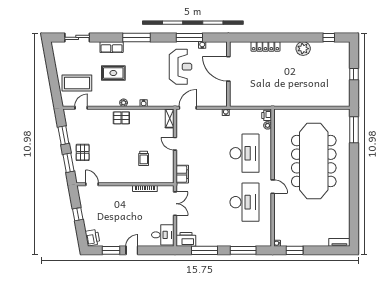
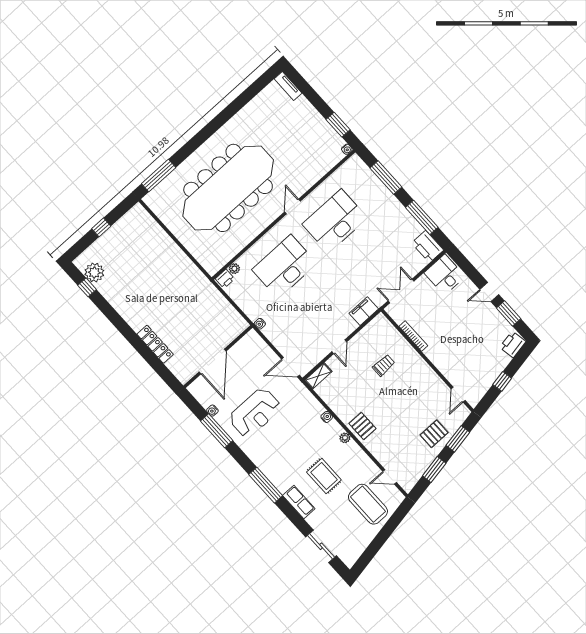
plant: (303, 49) -> (94, 273), moved
reception desk: (181, 67) -> (255, 413), turned 180

